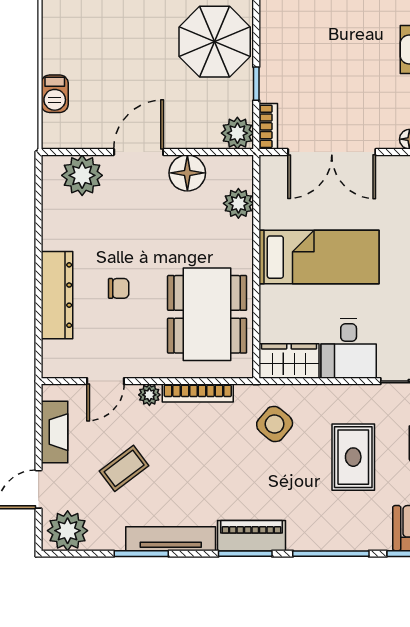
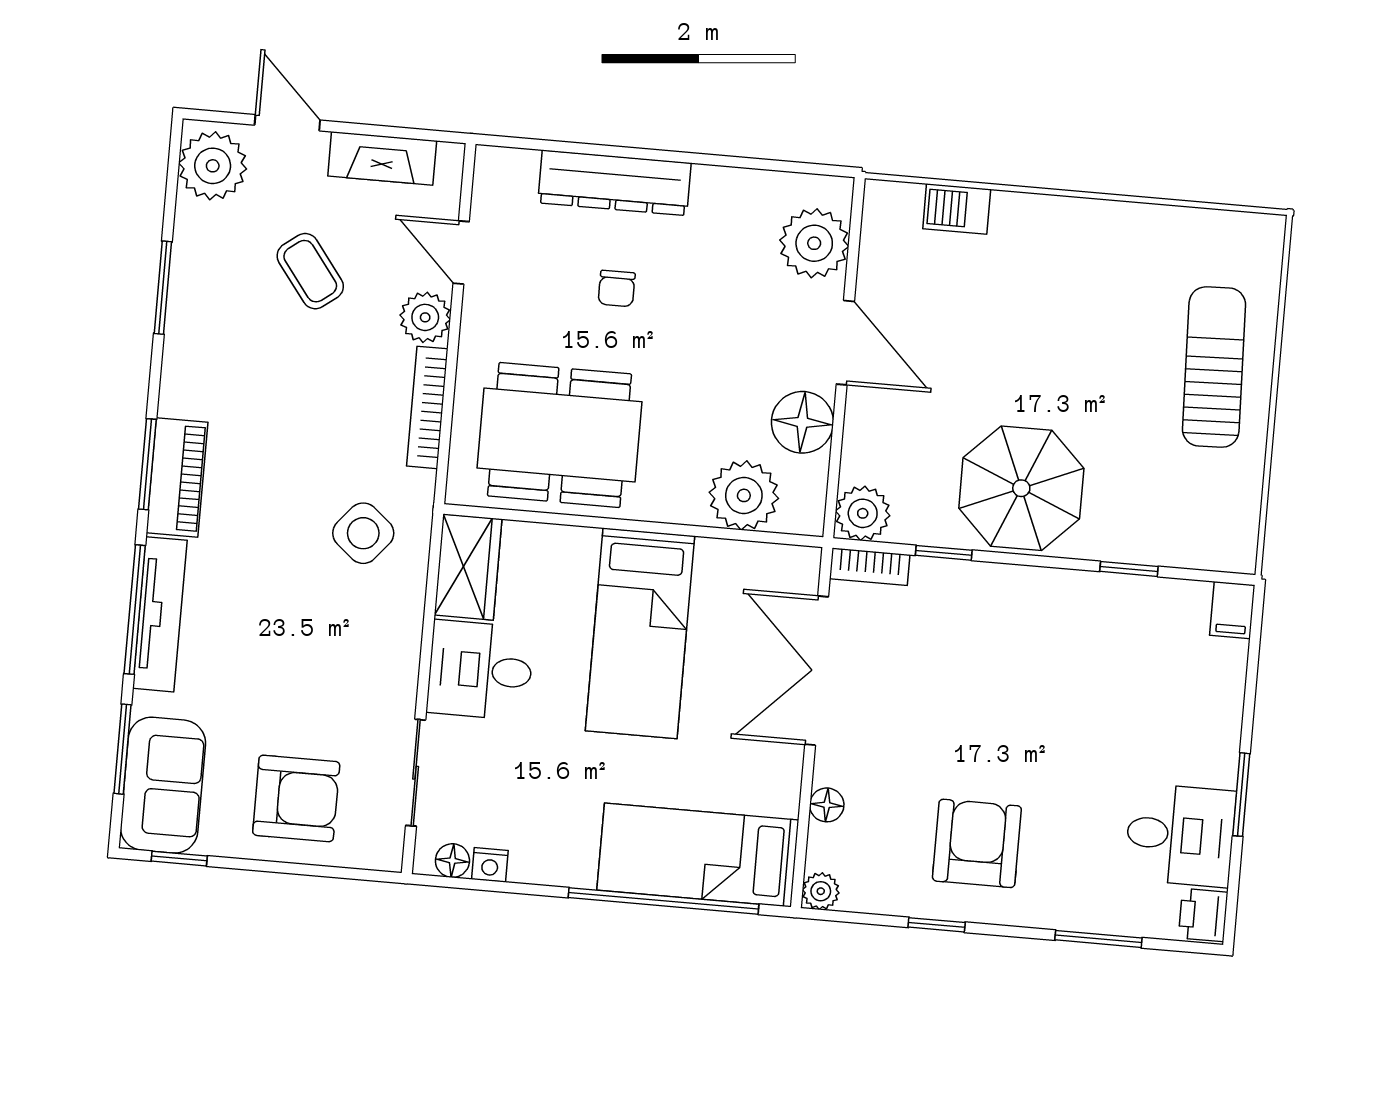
plant: (238, 203) -> (744, 495), width x1.36, depth x1.36
plant: (149, 395) -> (425, 317), width x1.38, depth x1.38
rug: (353, 457) -> (295, 662), removed
tv unit: (171, 539) -> (160, 614), moved

